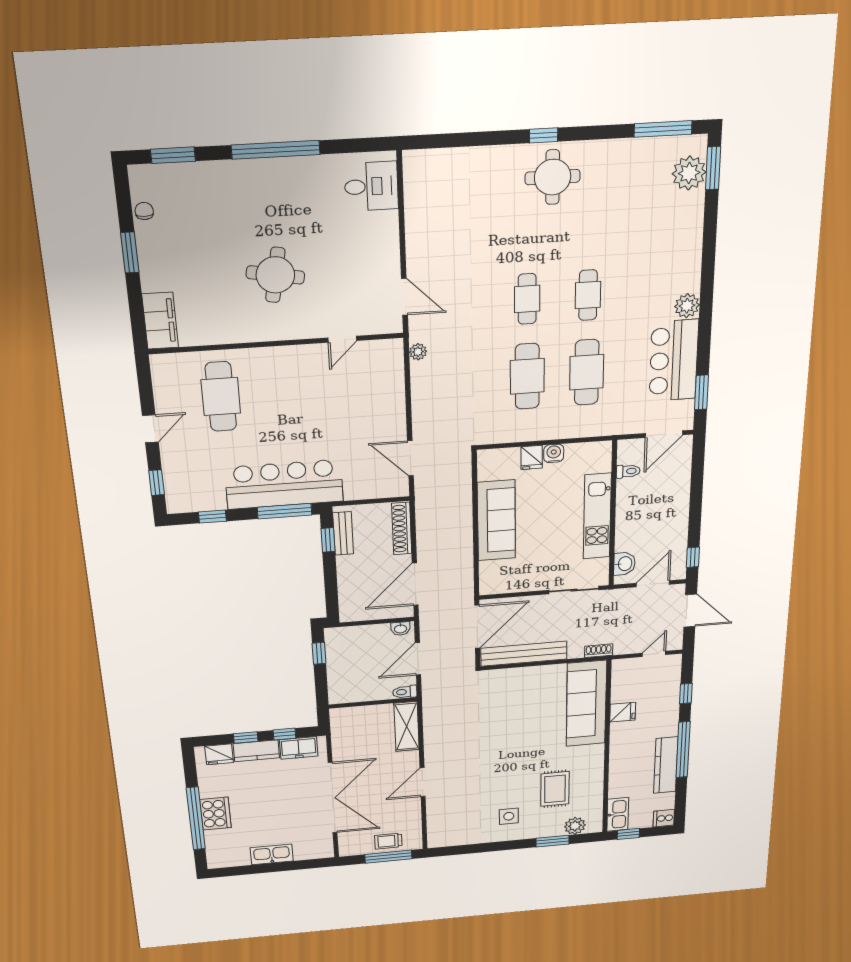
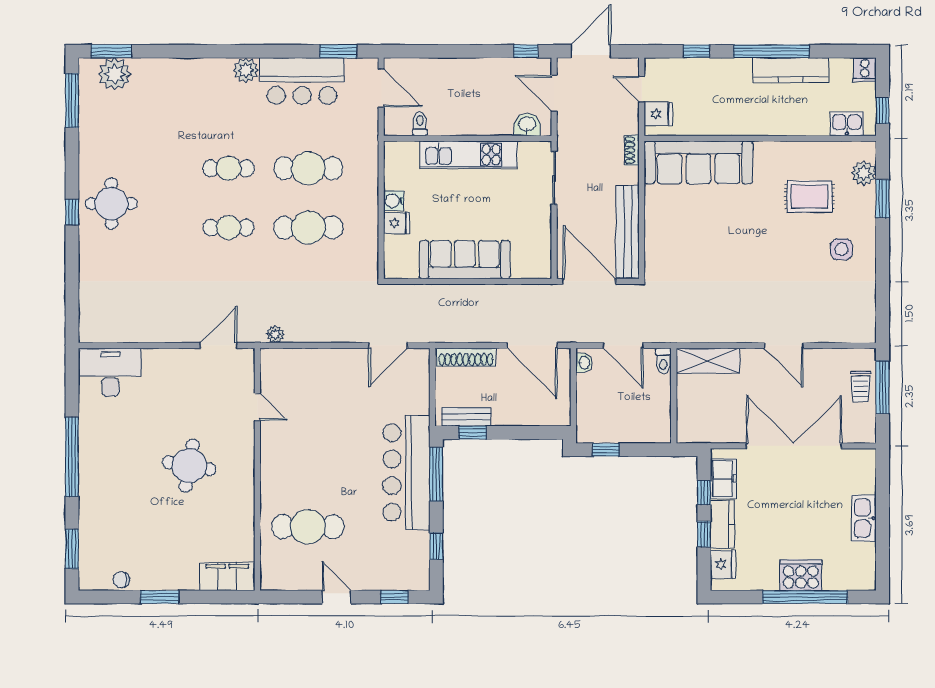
desk: (371, 186) -> (110, 372), width x1.37
fridge: (623, 712) -> (658, 114), moved, turned 90
kitchen sink: (618, 814) -> (847, 124), width x0.73

